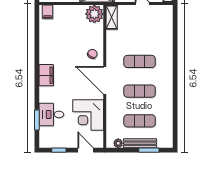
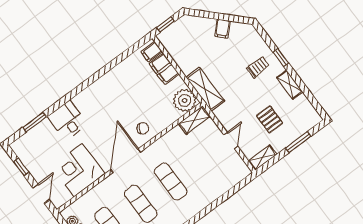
filing cabinet: (46, 75) -> (164, 69), moved, turned 90
desk: (51, 114) -> (68, 120), moved

